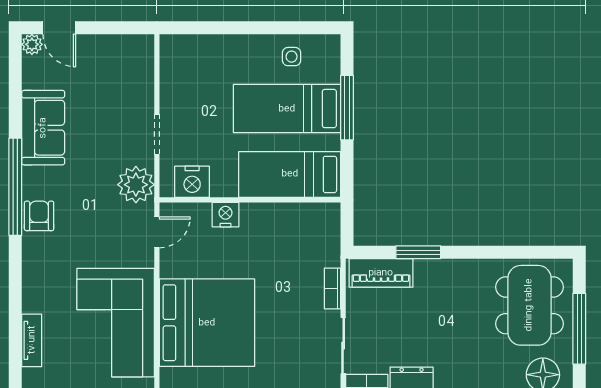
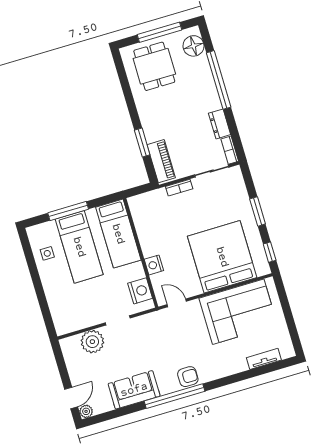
plant: (136, 185) -> (92, 342), moved
armchair: (39, 216) -> (188, 377), turned 180
dining table: (529, 305) -> (154, 66), width x0.73

